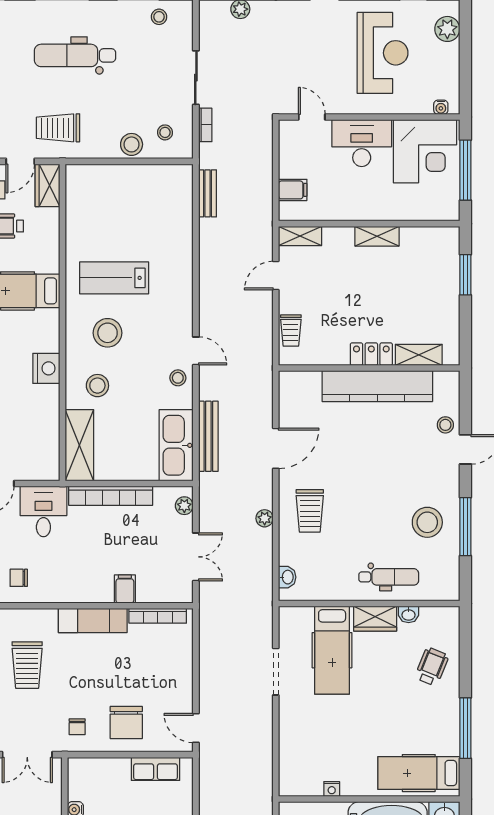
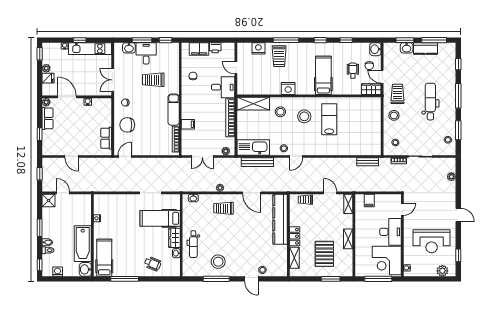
stool: (132, 144) -> (394, 115), moved
pallet: (410, 289) -> (324, 254), added
kitchen counter: (377, 386) -> (280, 219), moved

